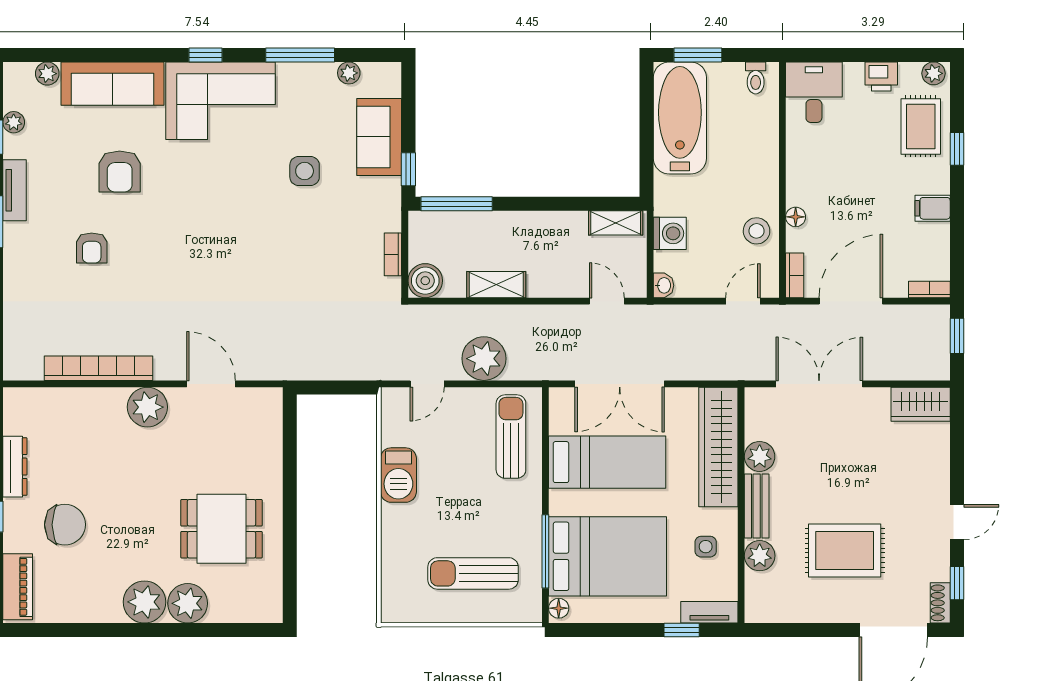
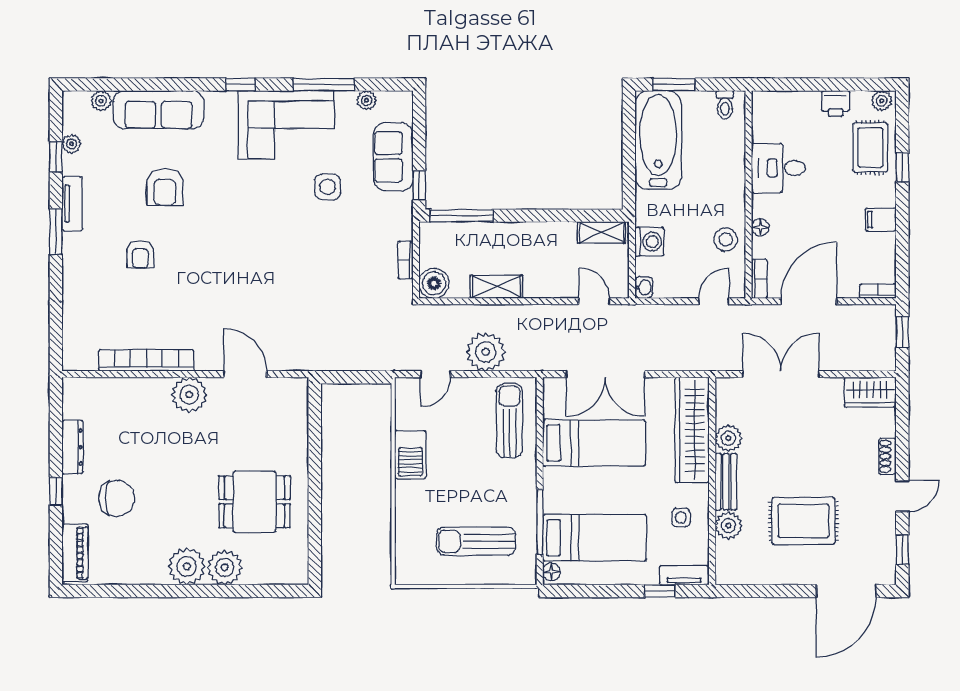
desk: (814, 92) -> (778, 168), moved, turned -90
corner sofa: (221, 101) -> (286, 125), moved
bed: (608, 556) -> (595, 538), width x0.67
shoe rack: (940, 603) -> (887, 456), moved

